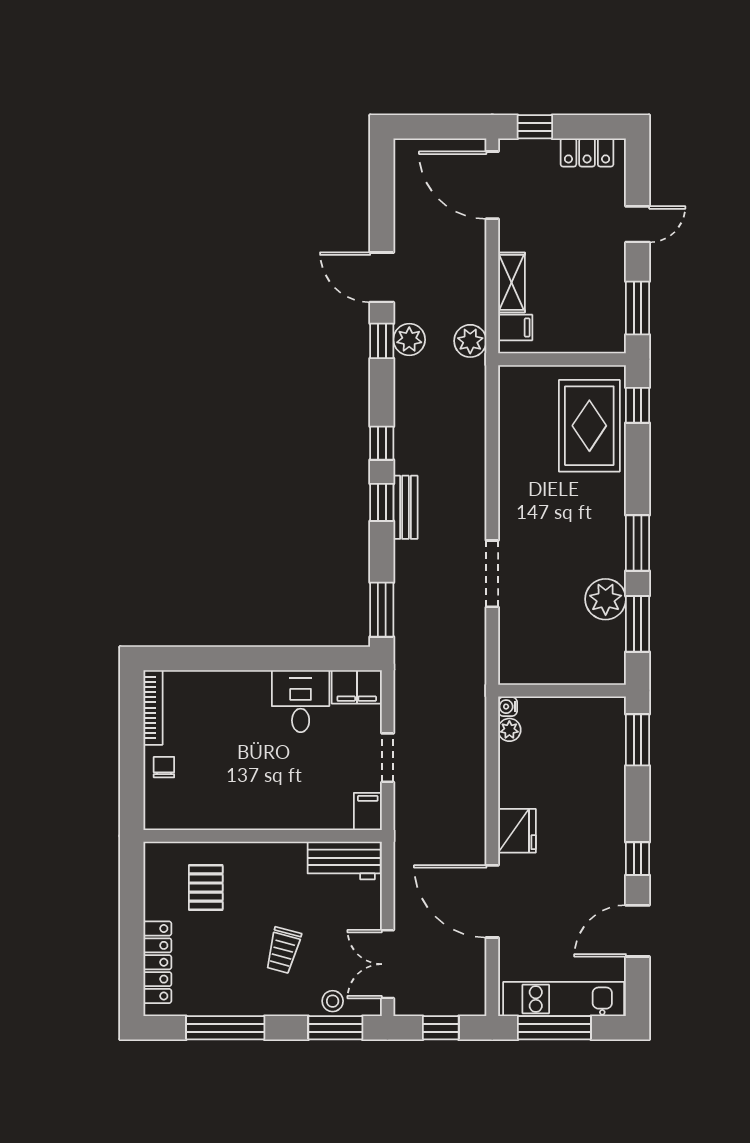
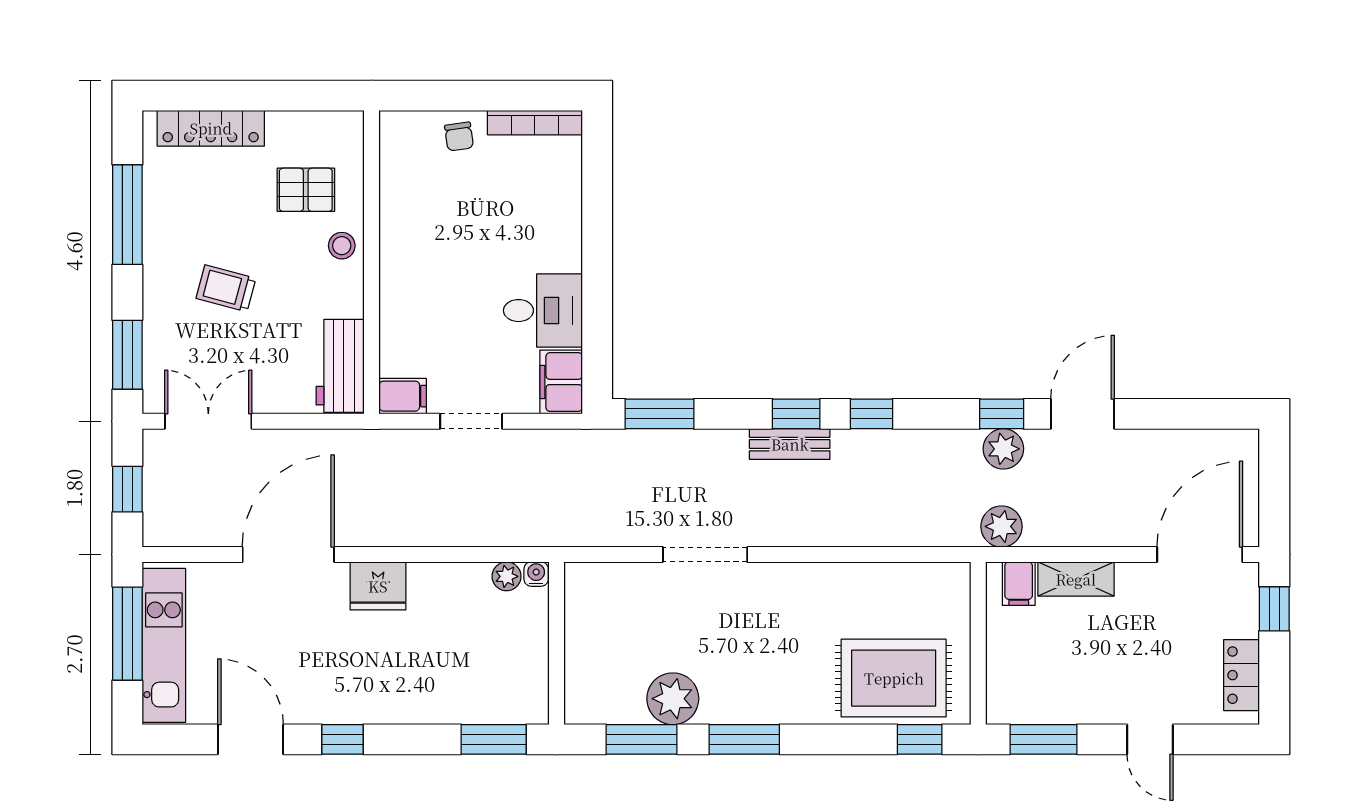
chair: (164, 767) -> (459, 137), turned 82
stool: (333, 1001) -> (342, 246), moved

